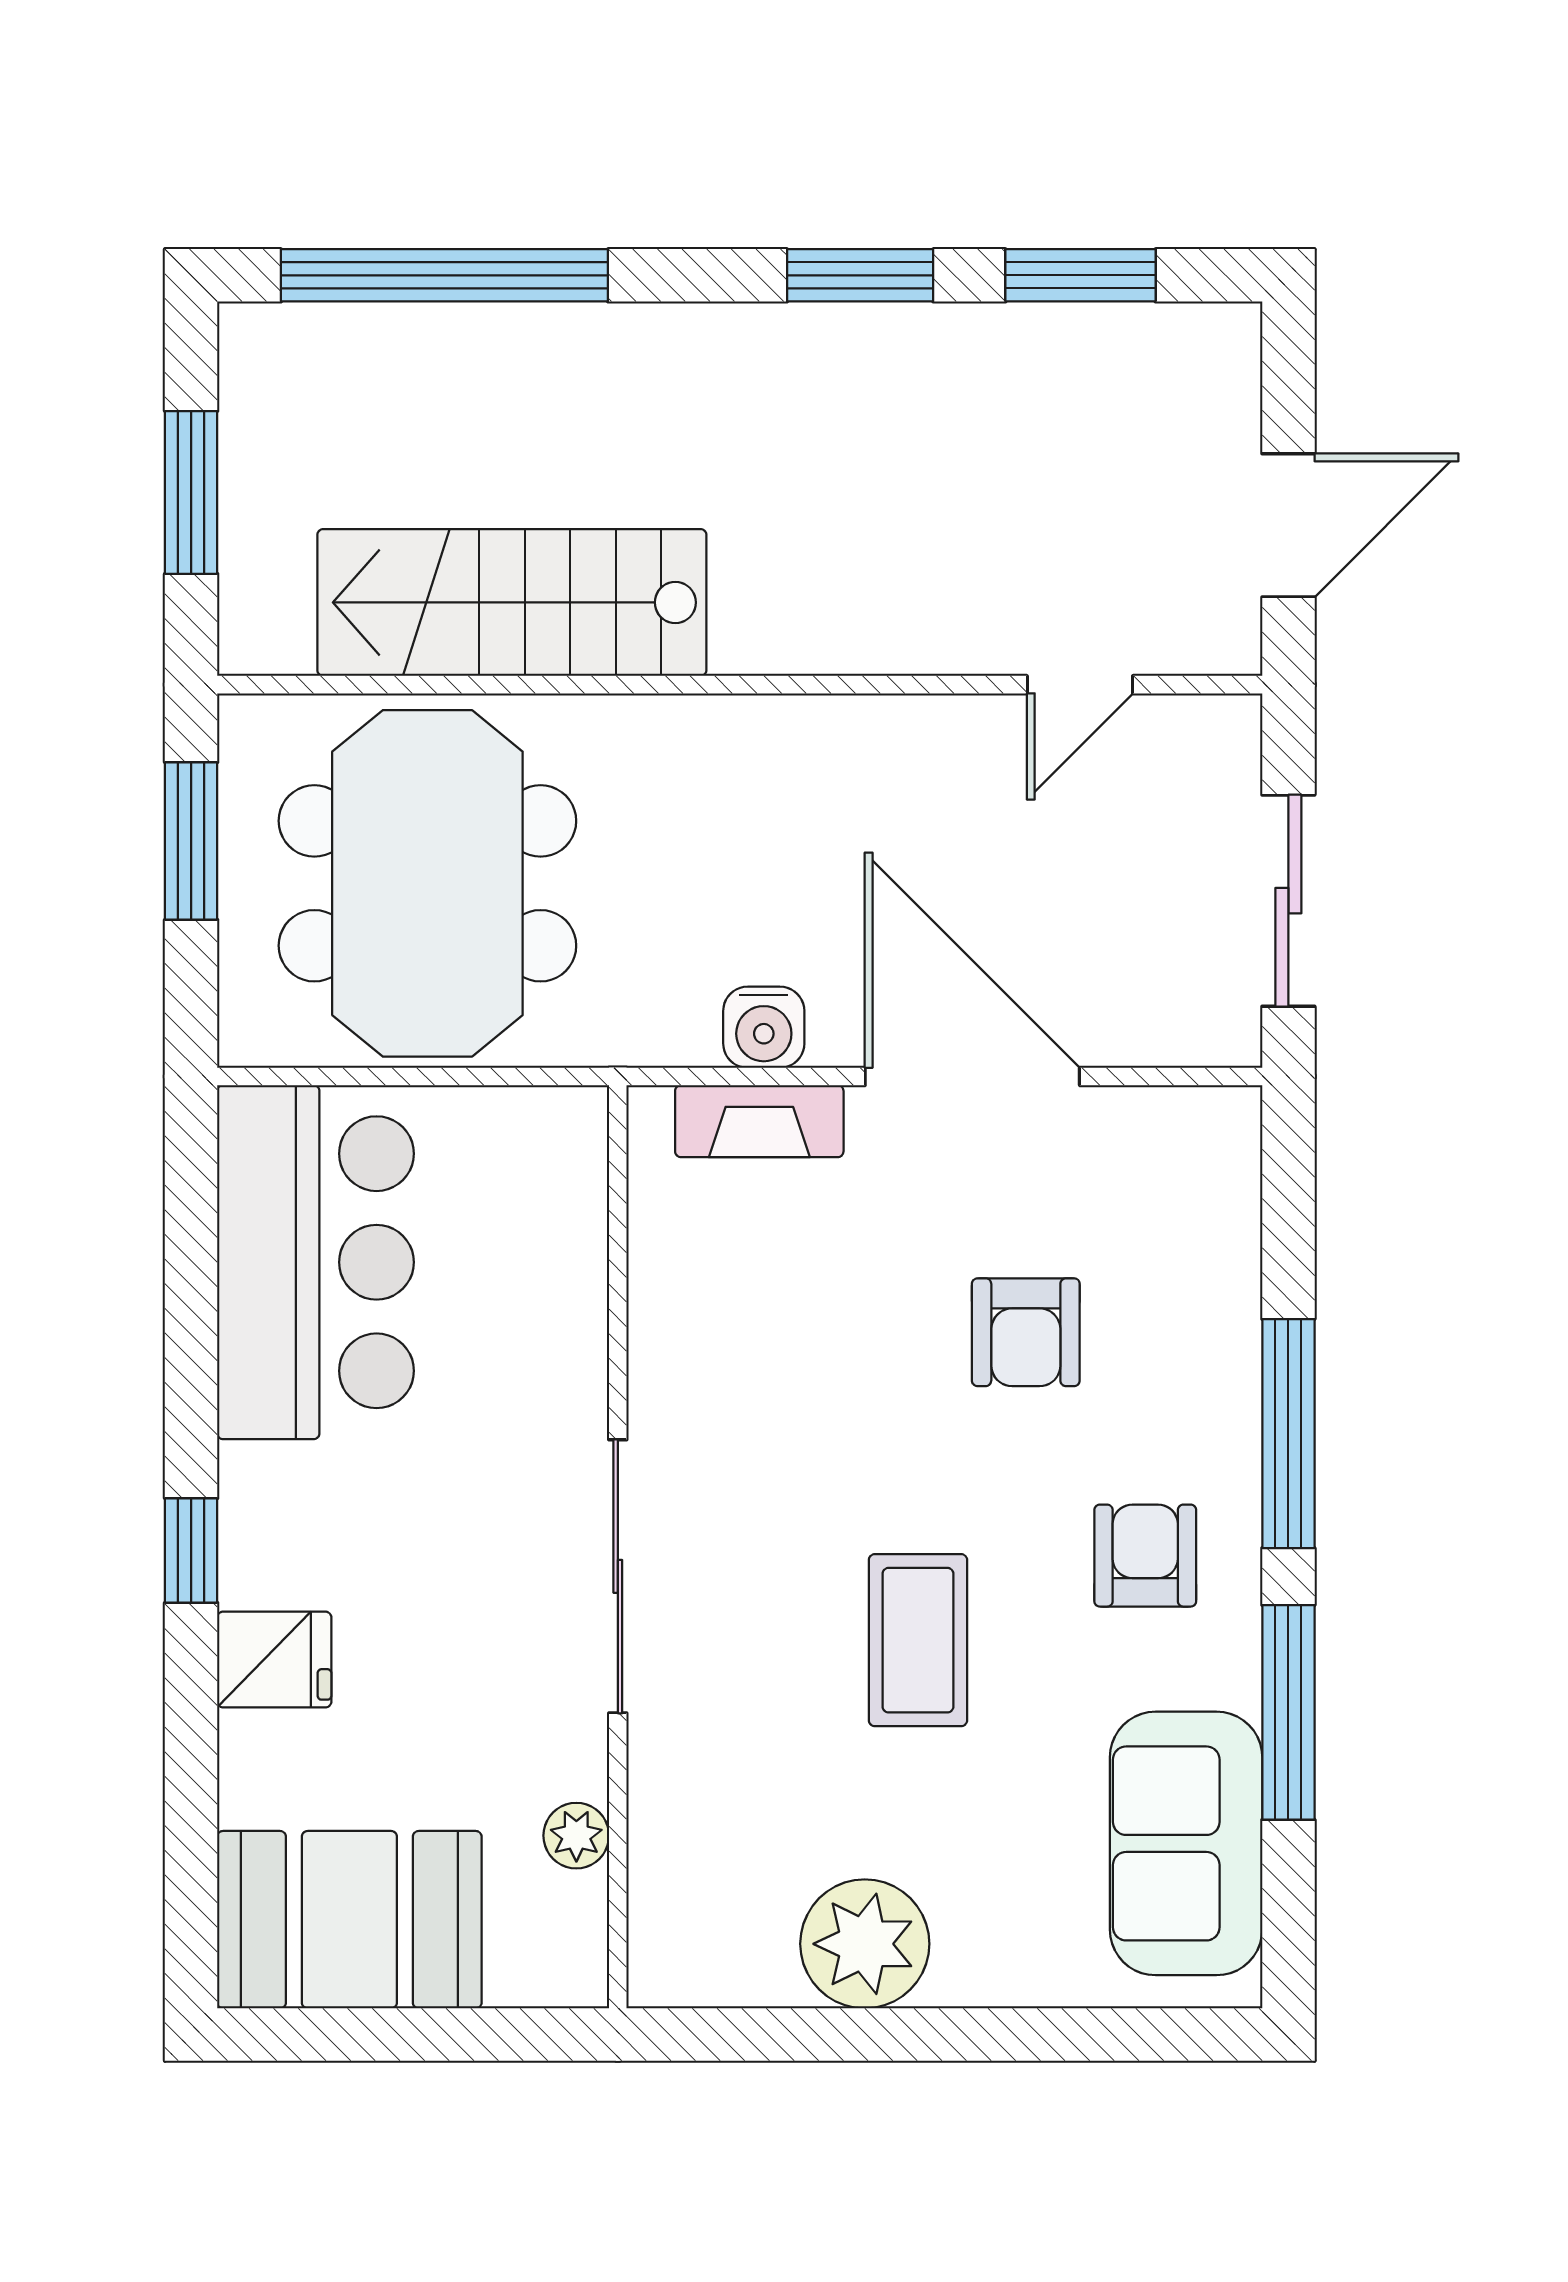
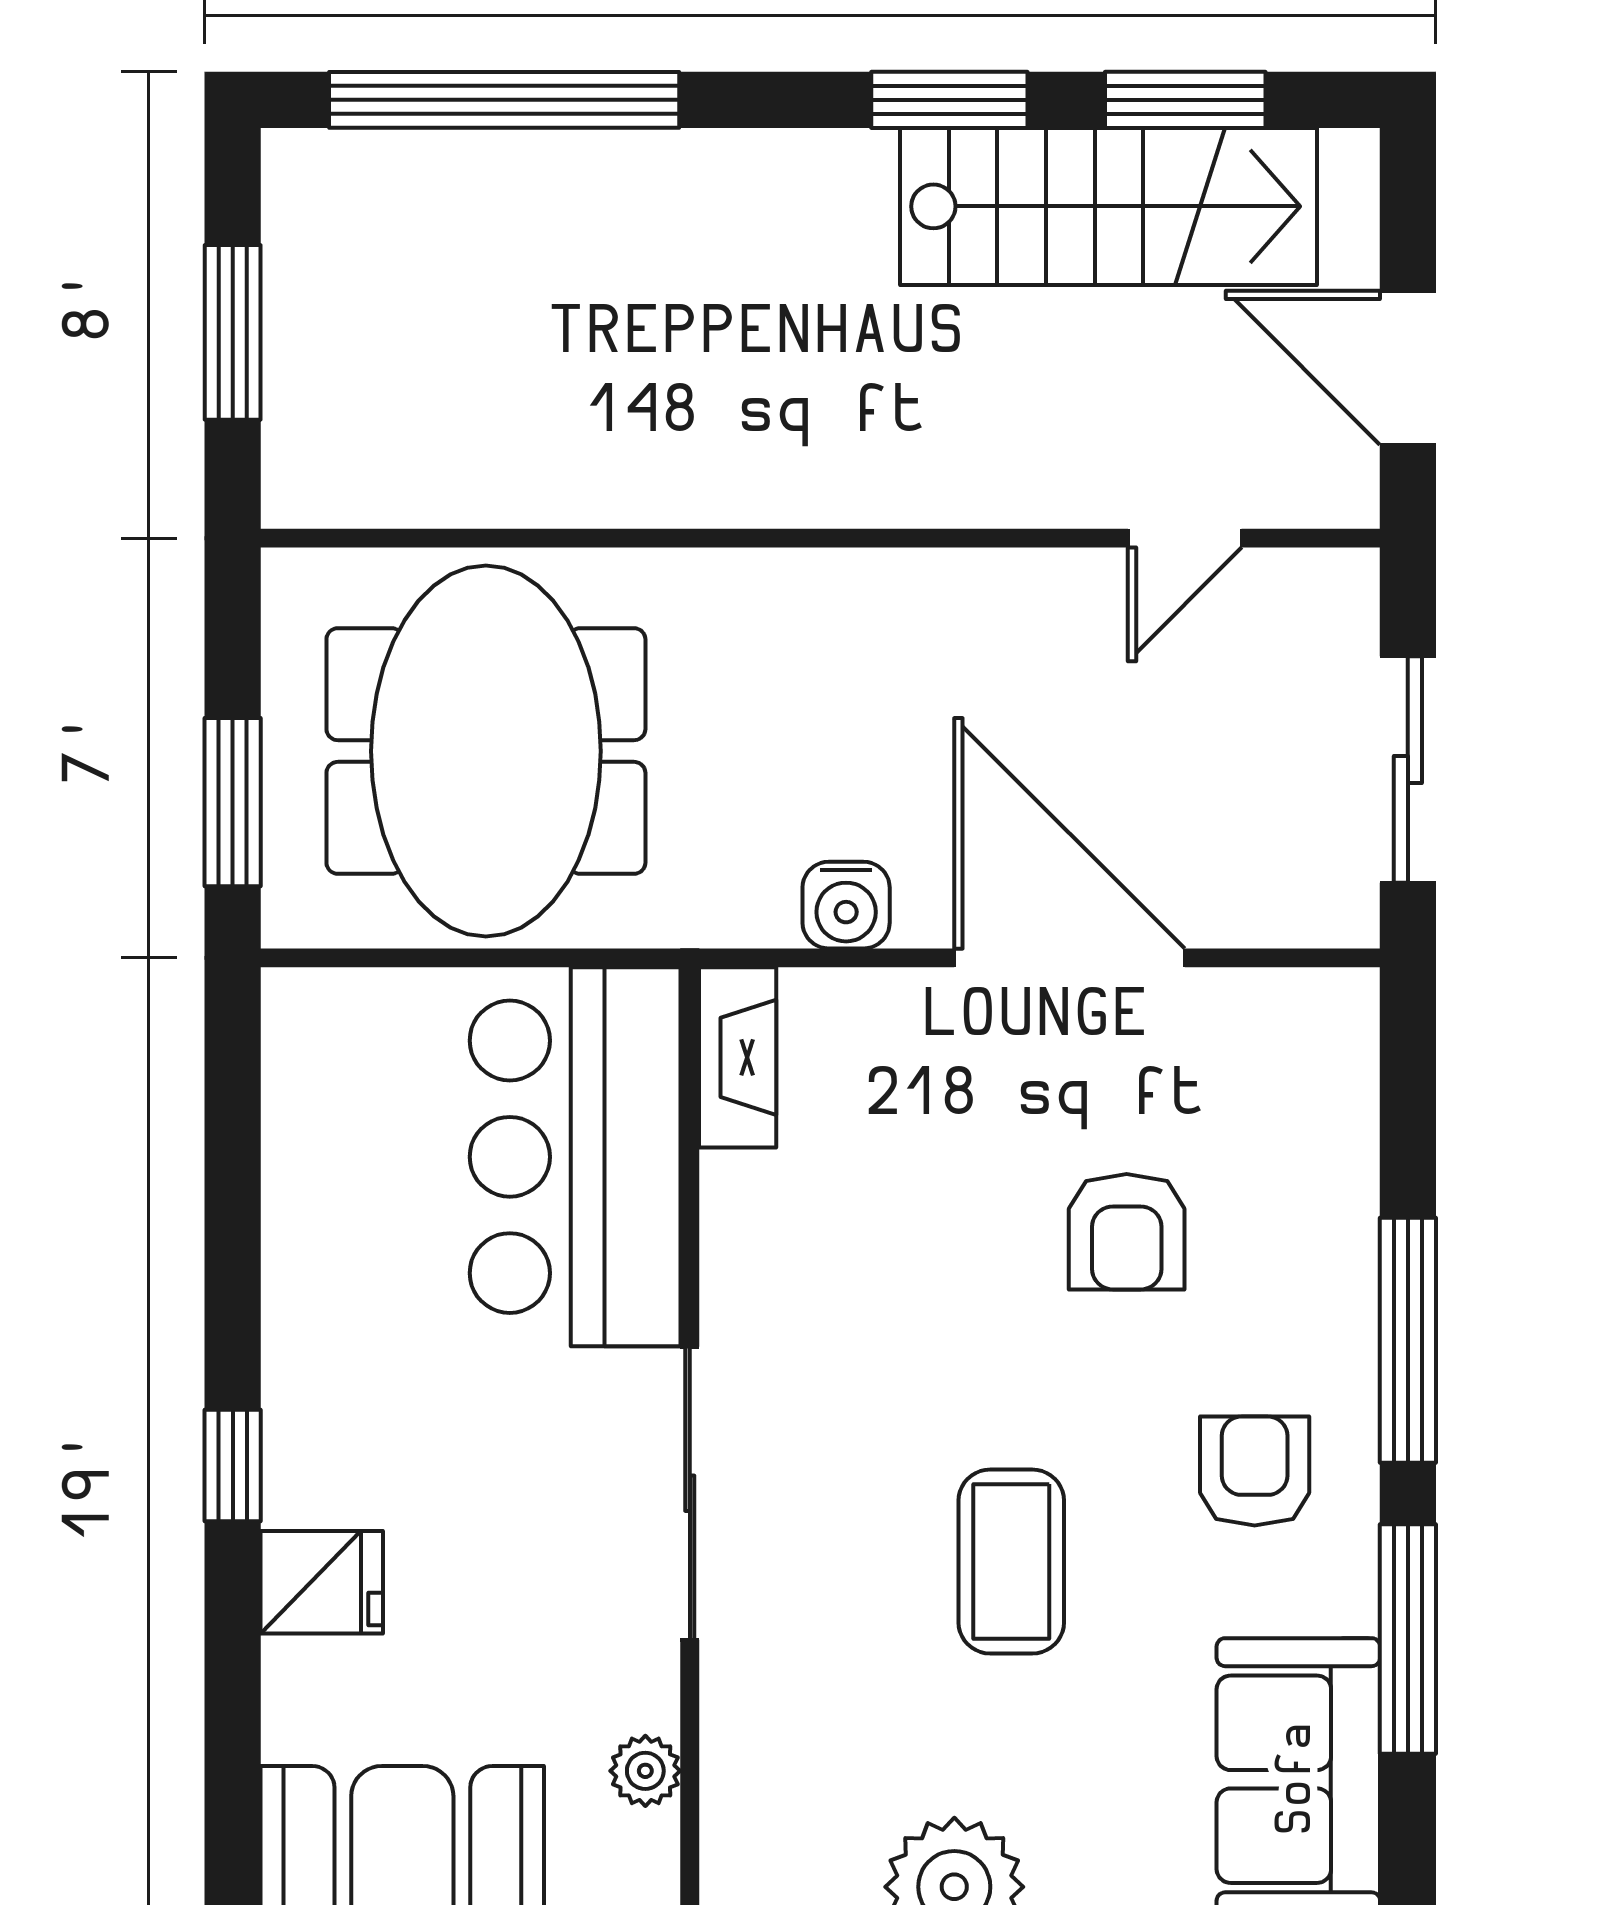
door: (1288, 525) -> (1408, 368), swing flipped
stairs: (512, 602) -> (1108, 206), moved, turned 180
window: (191, 841) -> (233, 802), moved
fireplace: (759, 1121) -> (738, 1057), moved, turned -90
bar counter: (316, 1262) -> (575, 1157), moved, turned 180

